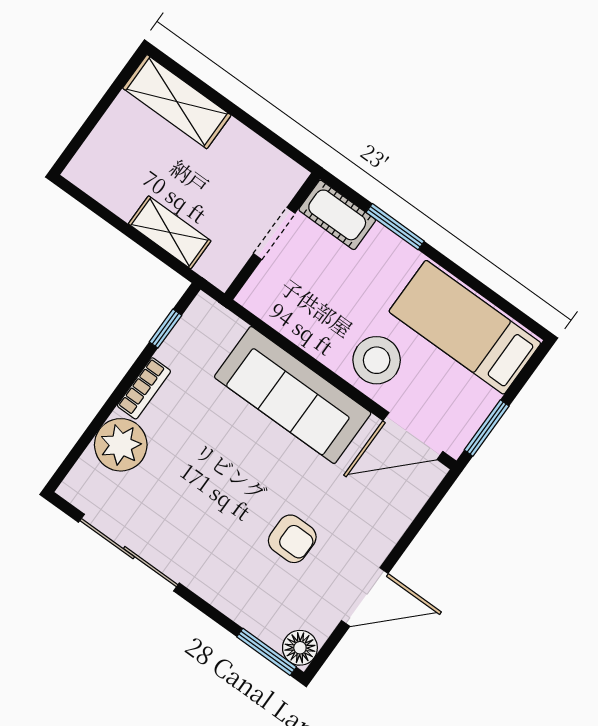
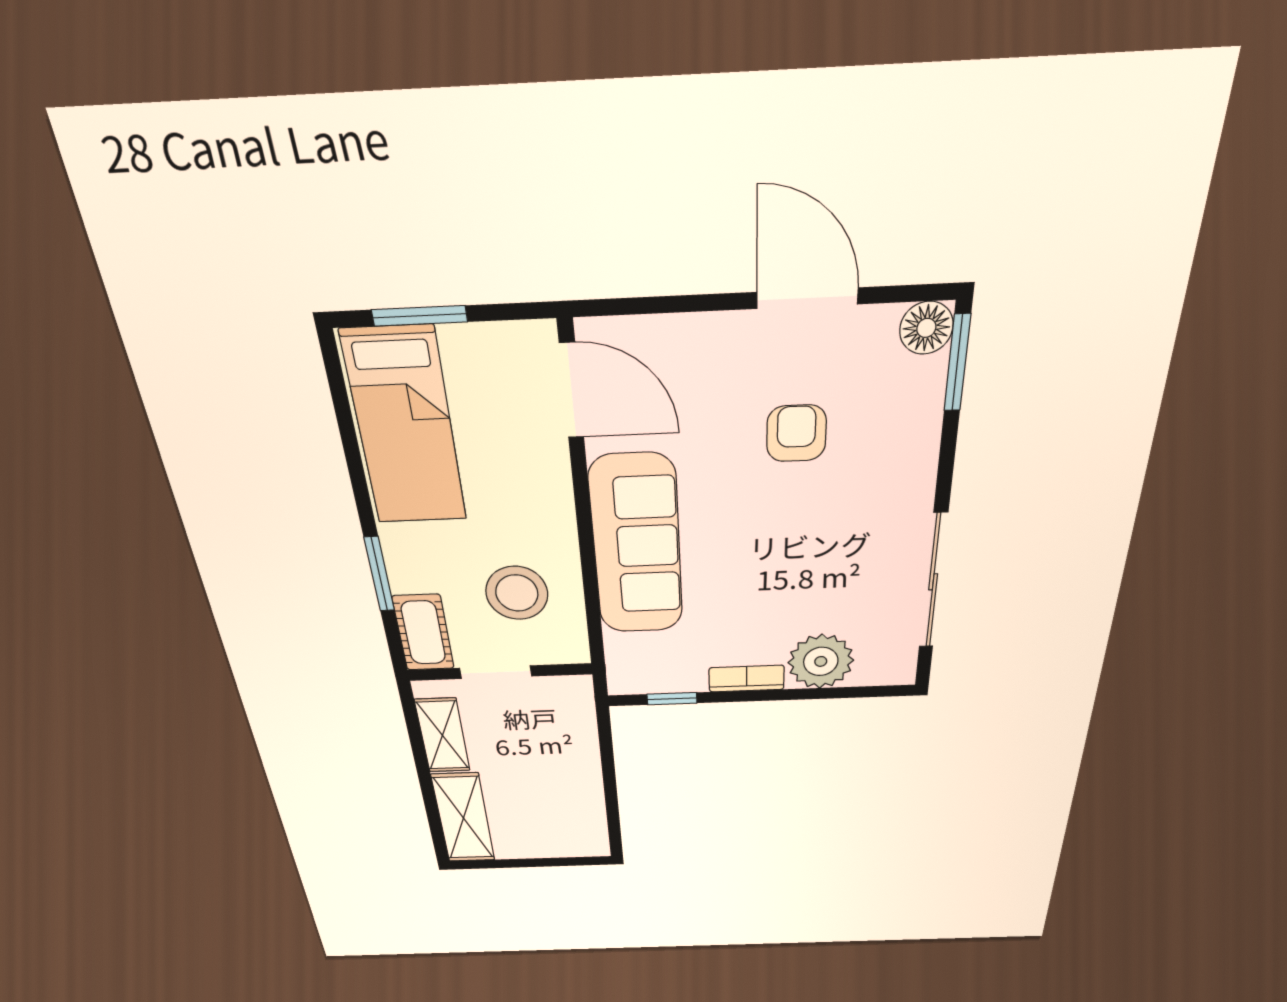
shelving: (170, 232) -> (443, 735), moved
stool: (377, 360) -> (517, 593), moved
window: (487, 428) -> (420, 316), moved

